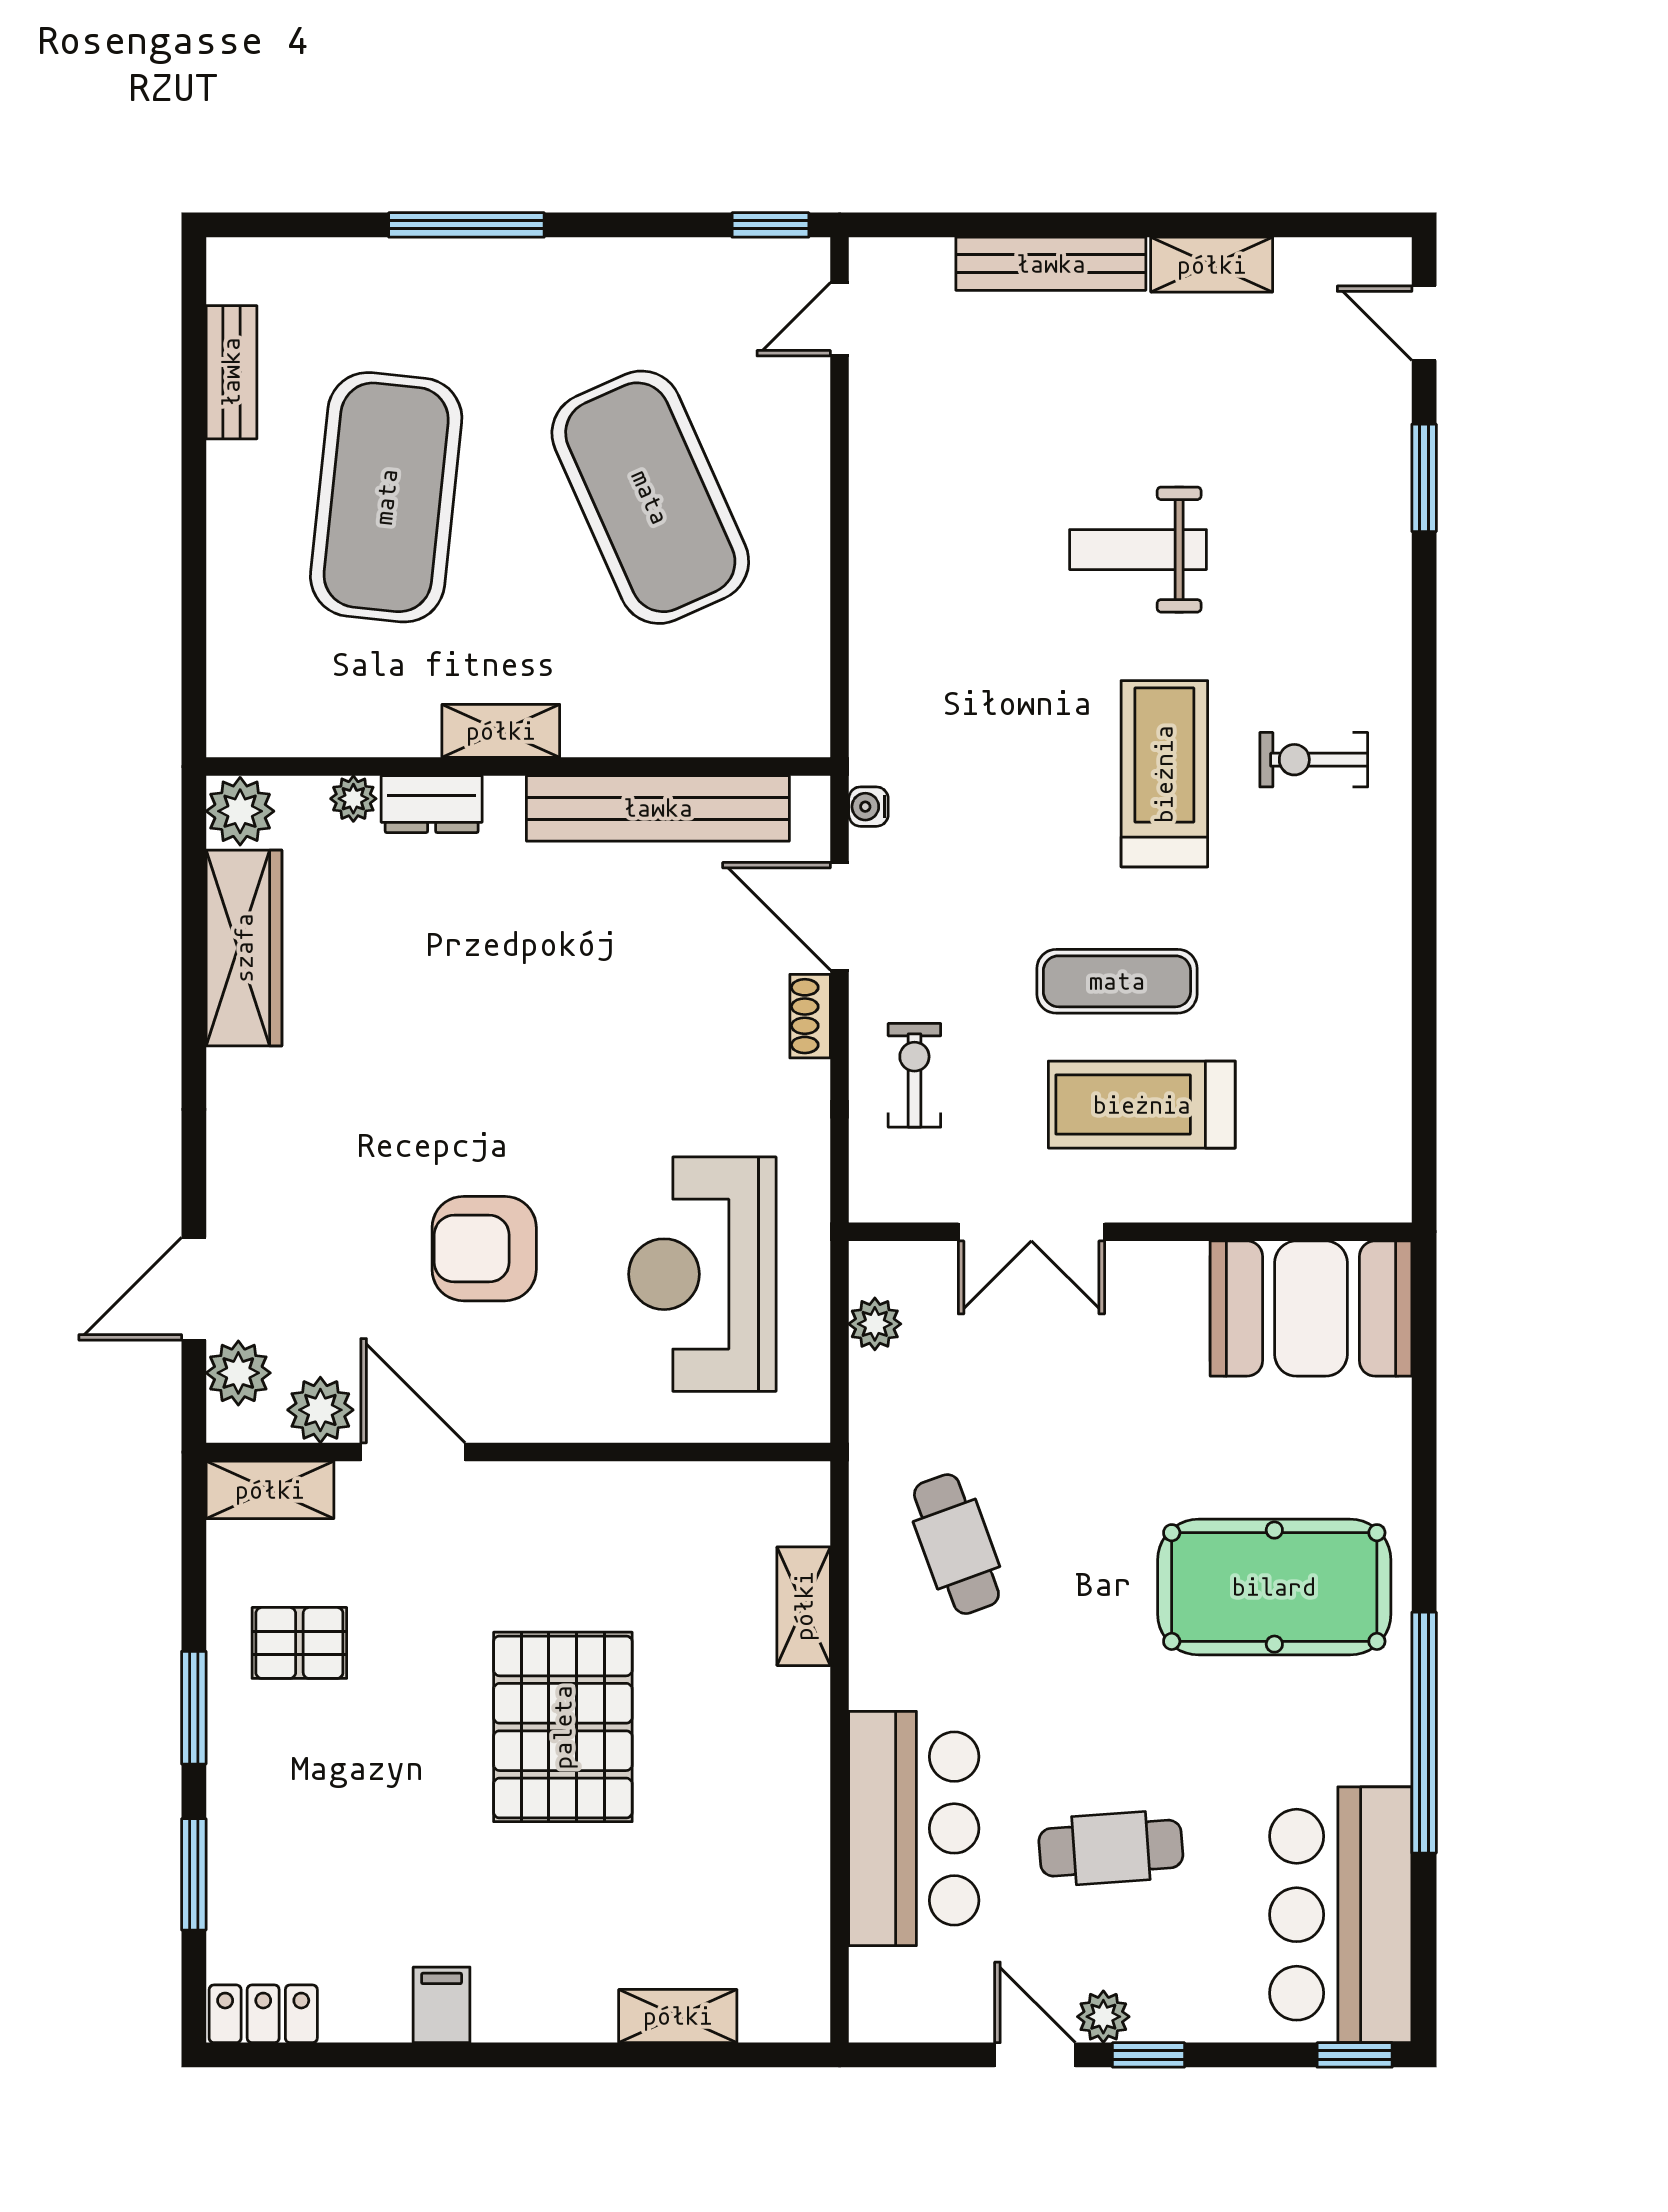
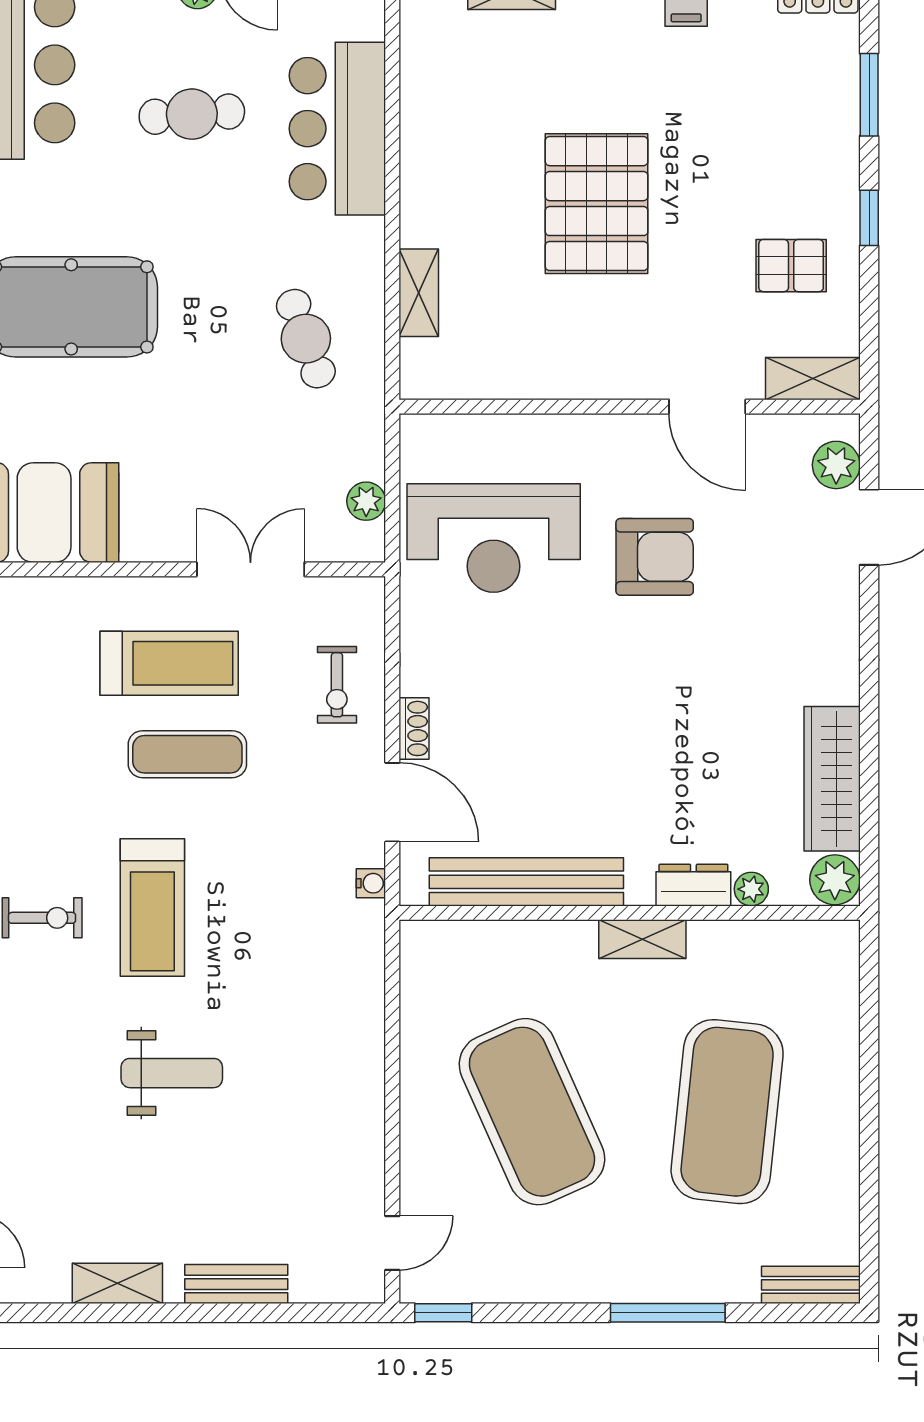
bench: (1051, 264) -> (236, 1284), width x0.73
bench: (231, 372) -> (811, 1285), moved, turned 90
reception desk: (702, 1274) -> (494, 538), turned 90
plant: (320, 1410) -> (776, 438), removed
window: (194, 1708) -> (869, 218), width x0.67

